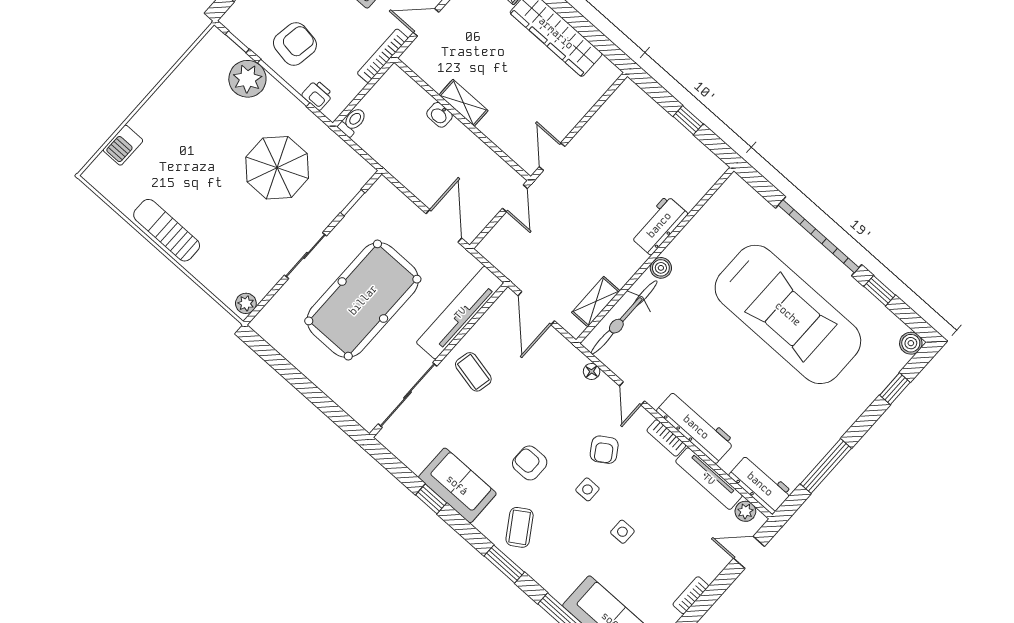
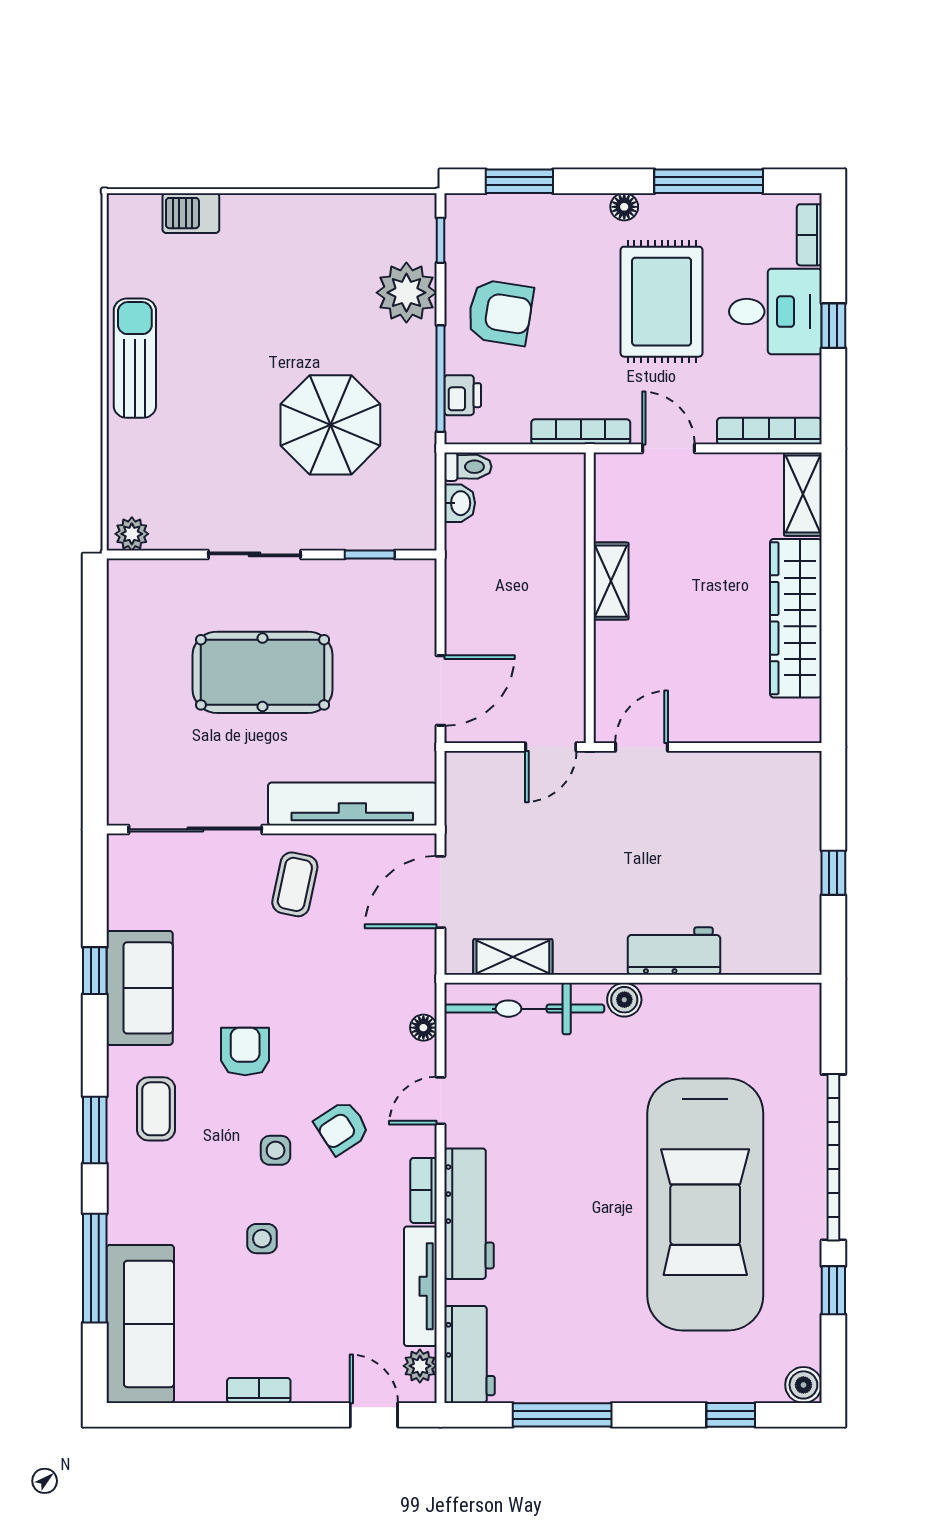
window: (284, 83) -> (440, 379), moved
washbasin: (440, 115) -> (460, 503), moved, turned 180
pool table: (363, 300) -> (263, 672), width x0.73, depth x0.76
coffee table: (520, 527) -> (156, 1109), turned -57

